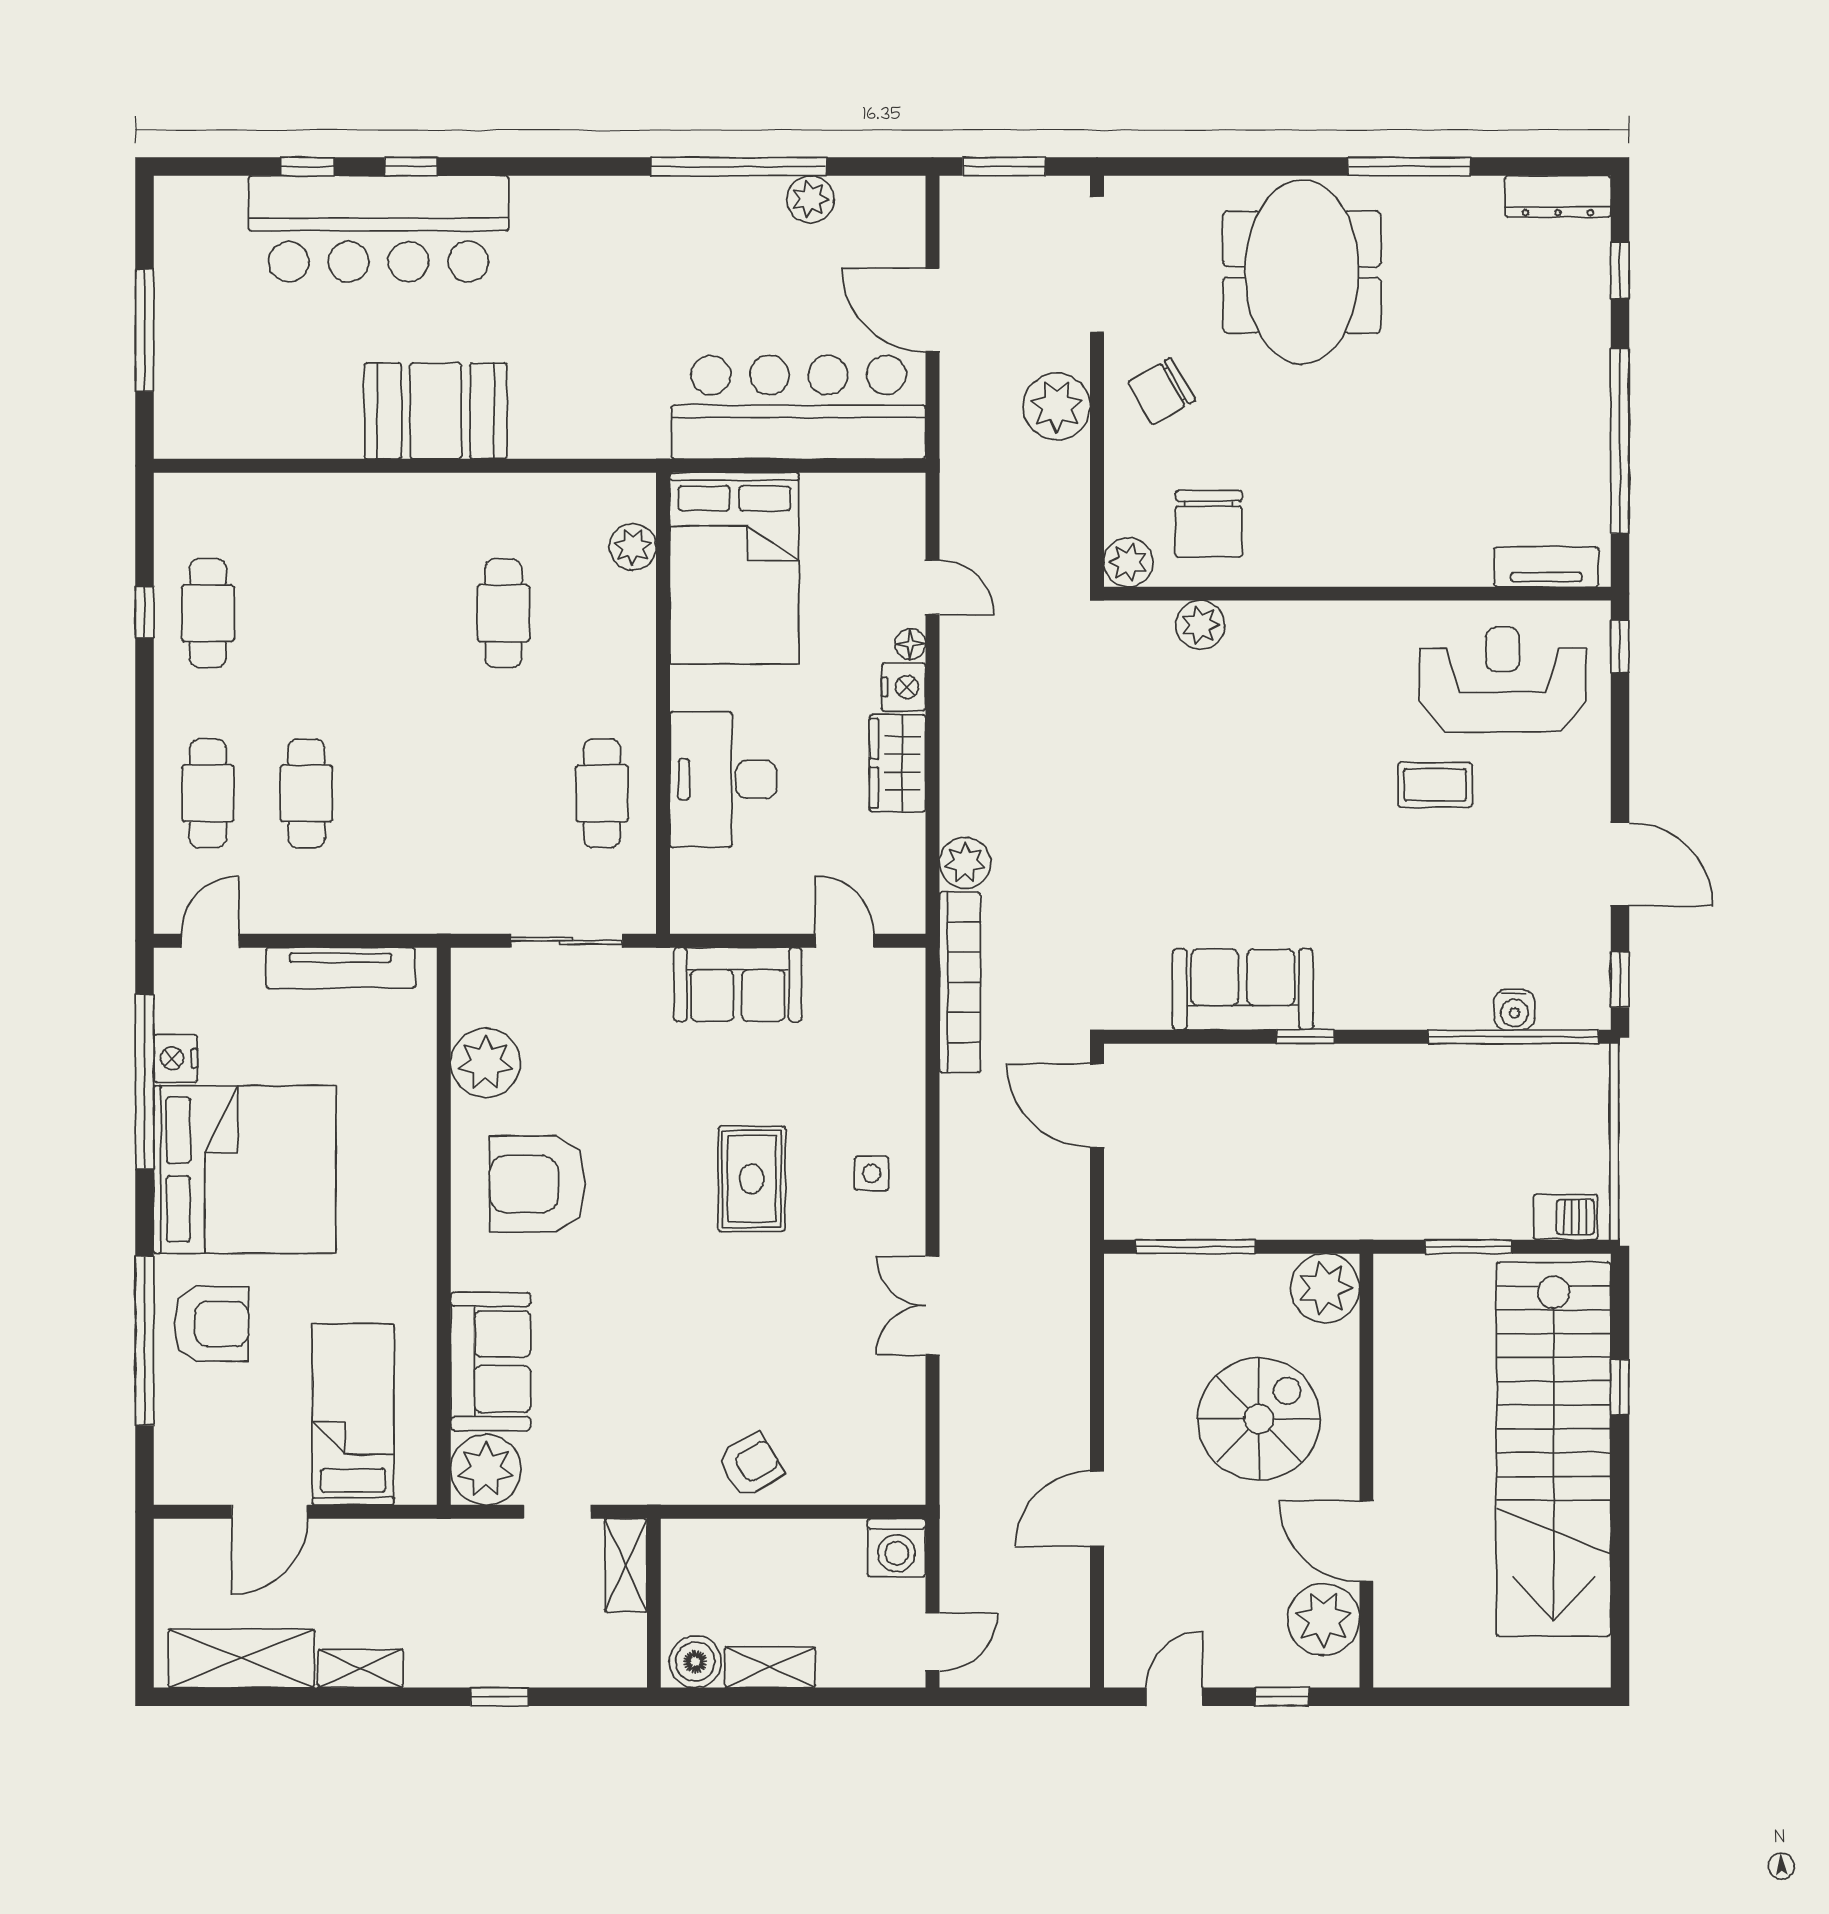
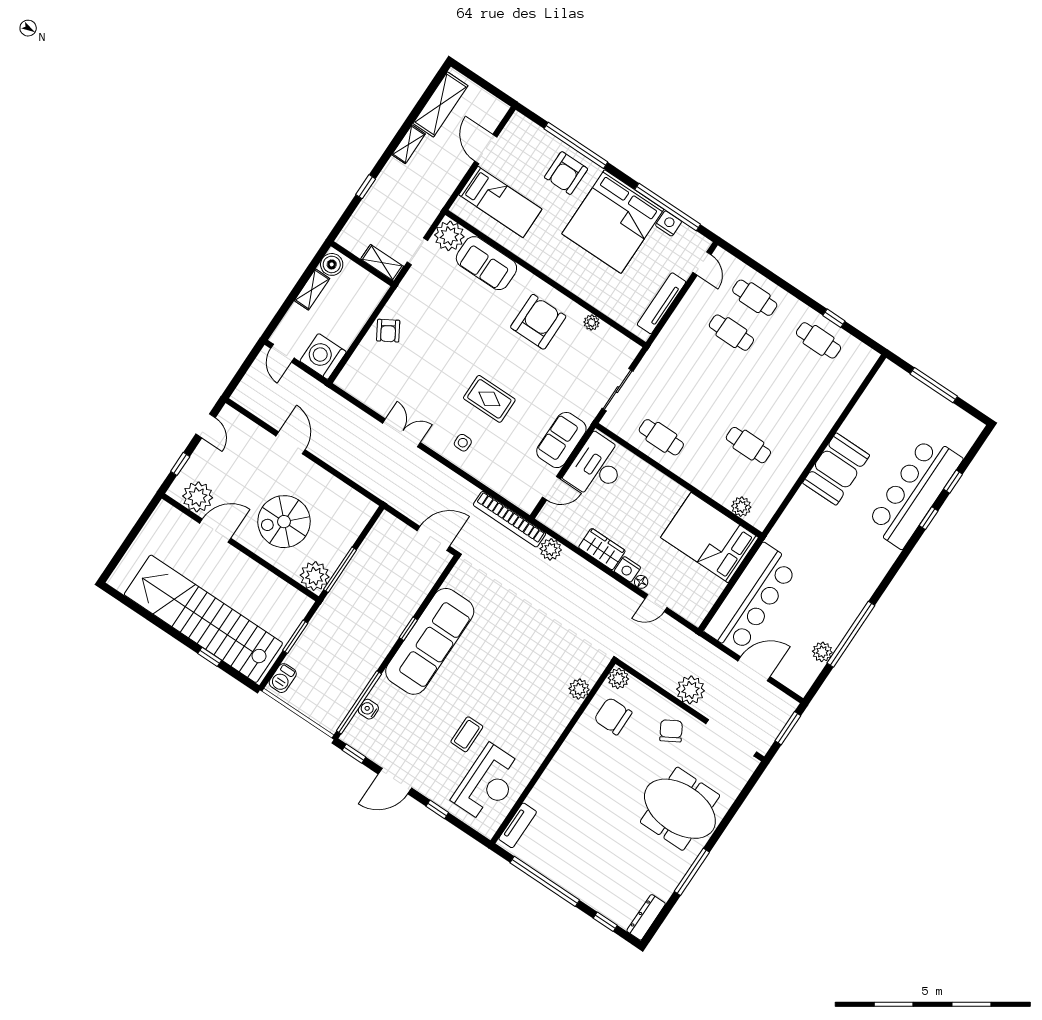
window: (1620, 646) -> (437, 809), moved
desk: (723, 780) -> (597, 467), moved, turned -90
sofa: (1243, 989) -> (430, 641), width x1.85, depth x1.27
plant: (485, 1063) -> (592, 322), width x0.53, depth x0.53
window: (1196, 1247) -> (340, 570), moved
spiral stairs: (1259, 1419) -> (284, 522), turned 90
washing machine: (897, 1548) -> (323, 356), width x1.37, depth x1.37

